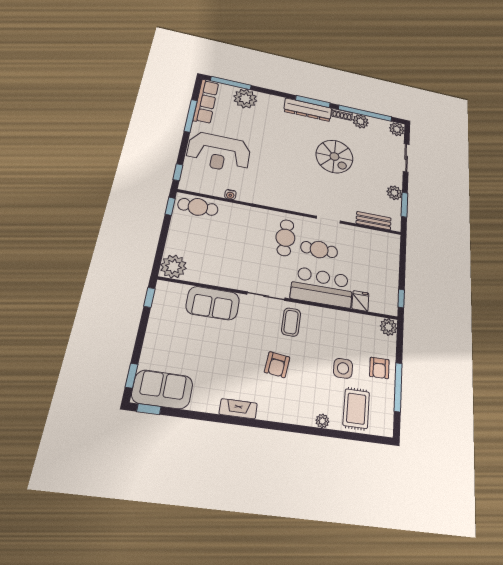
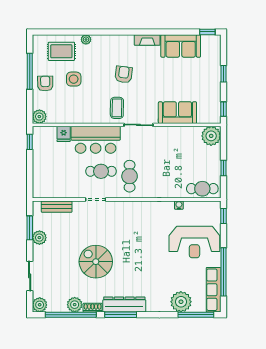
window: (191, 116) -> (223, 272), width x1.46
reception desk: (219, 152) -> (194, 242), turned 180
window: (170, 206) -> (223, 168), moved
window: (132, 376) -> (223, 74), moved
sofa: (162, 389) -> (181, 46), moved
rug: (356, 409) -> (61, 51), turned 90

